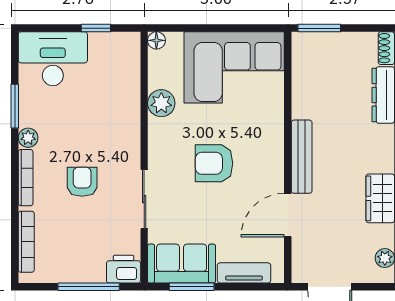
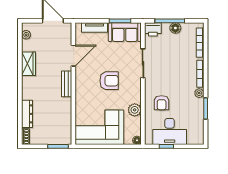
desk: (53, 59) -> (170, 131), moved
bench: (302, 157) -> (67, 84), width x0.73
armchair: (82, 182) -> (162, 103), moved
floor lamp: (77, 272) -> (175, 28), added

